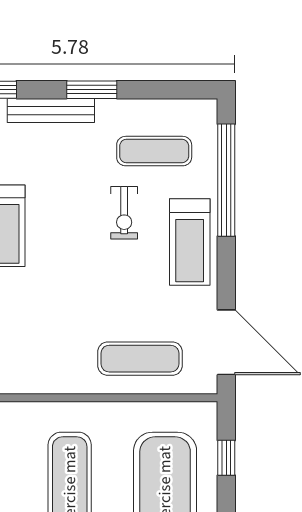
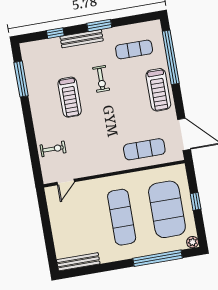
exercise bike: (124, 213) -> (101, 79), moved
window: (226, 458) -> (196, 201), moved

